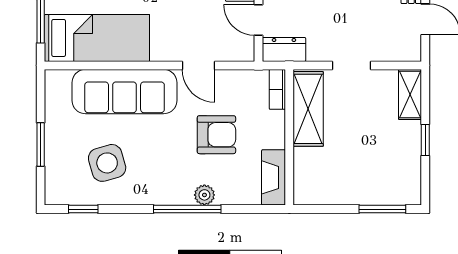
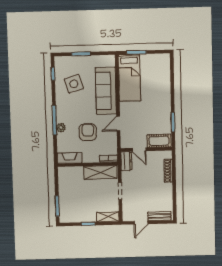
door: (259, 20) -> (139, 149), swing flipped
armchair: (216, 135) -> (88, 132), turned 180

